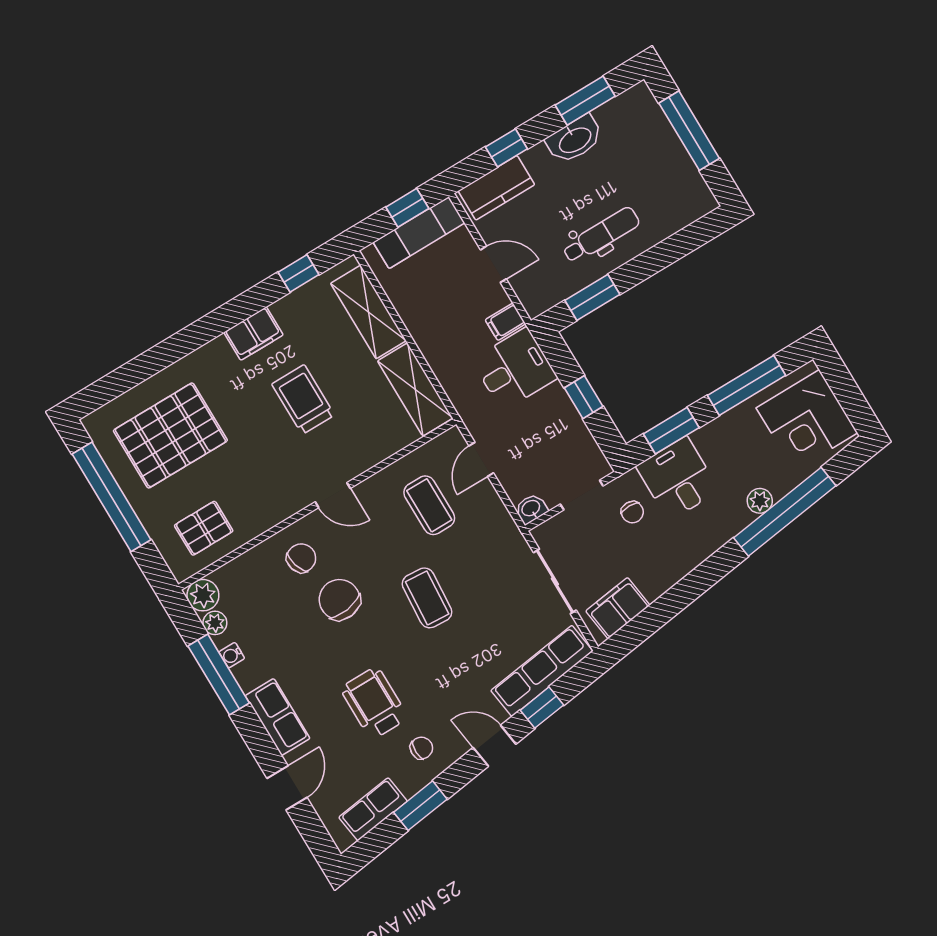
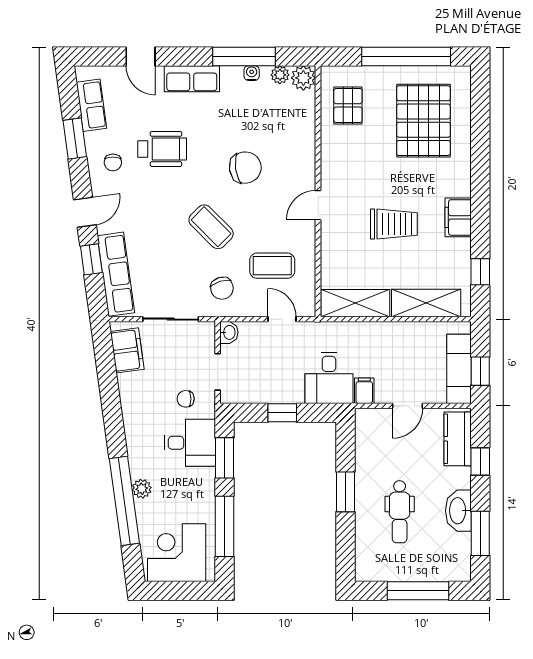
dental chair: (601, 235) -> (400, 512), moved
window: (592, 297) -> (345, 492), moved
chair: (301, 558) -> (222, 288), moved
coffee table: (427, 598) -> (211, 227), turned 41

